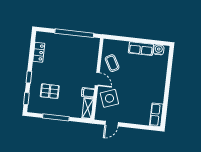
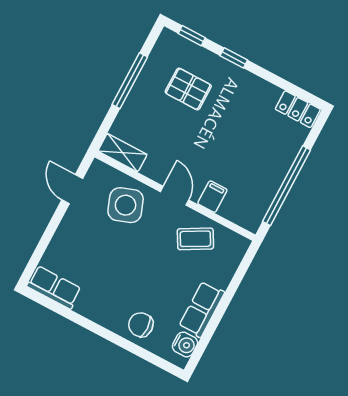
locker: (39, 52) -> (298, 109), moved
chair: (158, 72) -> (141, 325), added
door: (97, 79) -> (175, 196), swing flipped
pallet: (50, 91) -> (188, 89), turned 90
filing cabinet: (88, 93) -> (212, 197), moved

